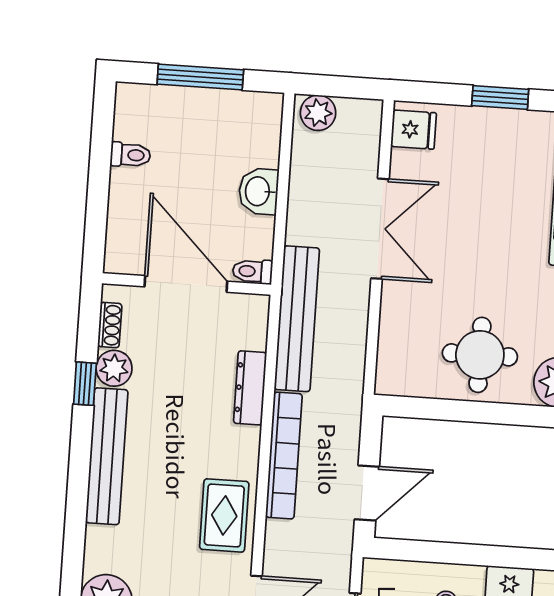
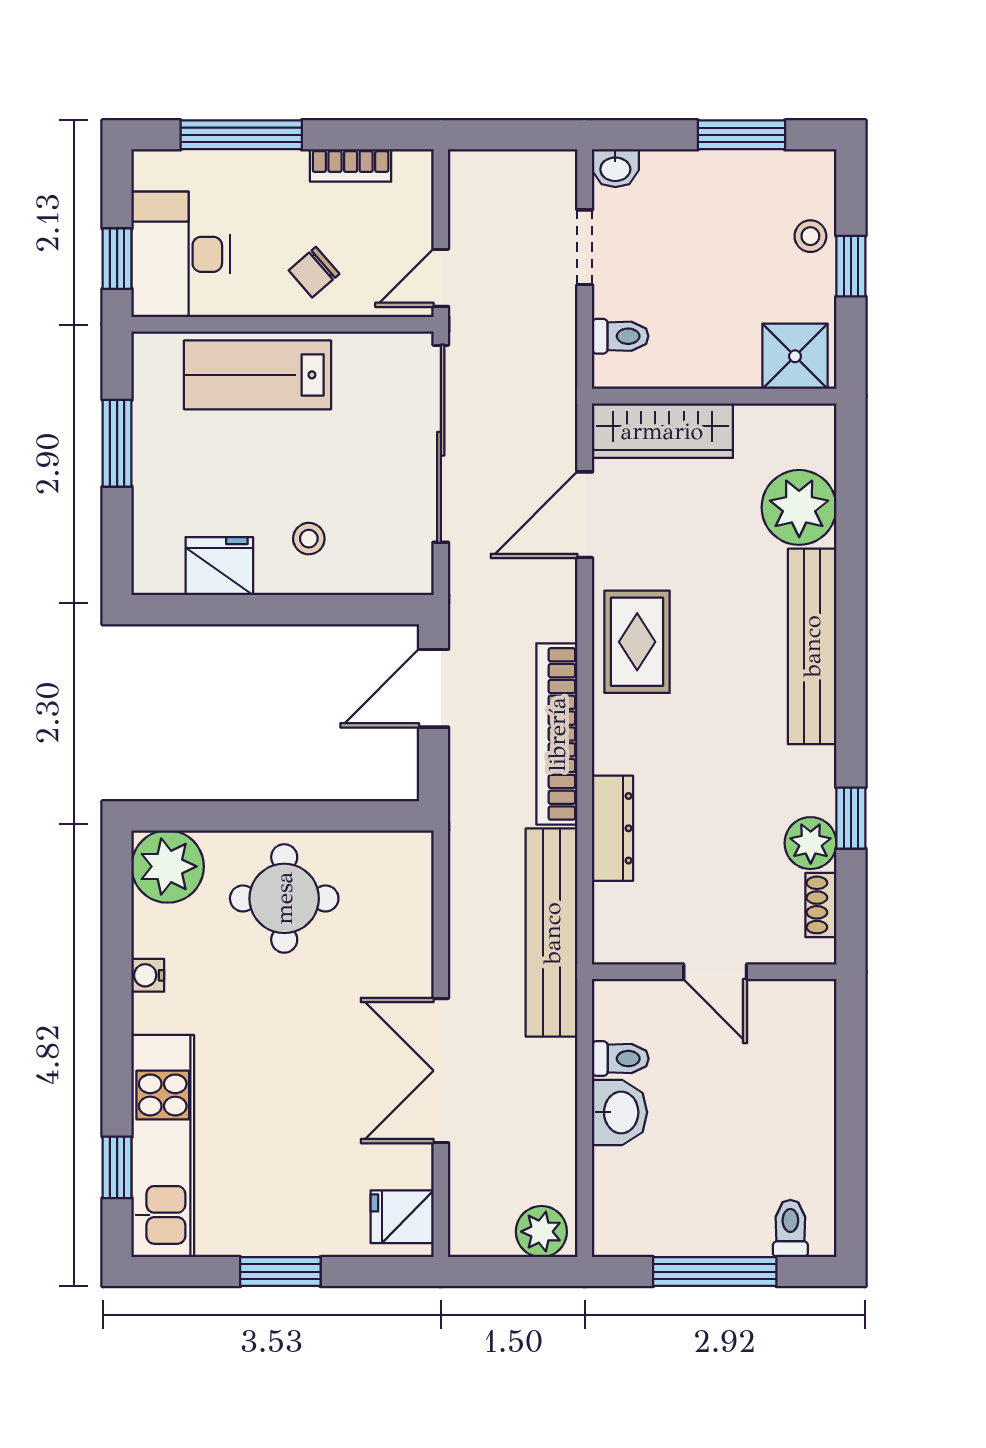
toilet: (130, 155) -> (790, 1228), moved, turned 90
toilet: (253, 271) -> (620, 1059), moved
door: (186, 284) -> (715, 972), width x0.53
bench: (107, 456) -> (812, 646), moved

